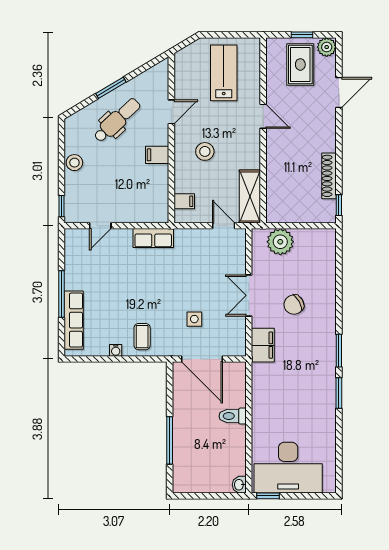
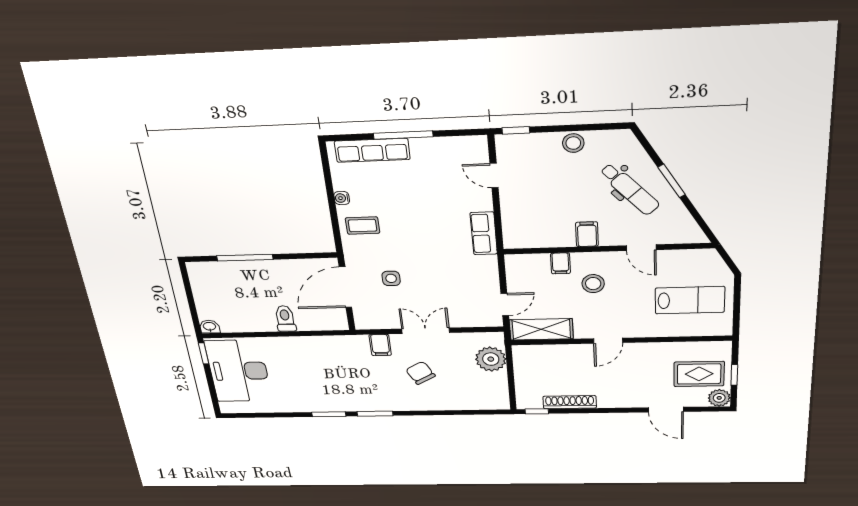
door: (263, 116) -> (608, 341), moved
filing cabinet: (184, 201) -> (560, 263), moved
filing cabinet: (263, 345) -> (380, 345), width x0.50

